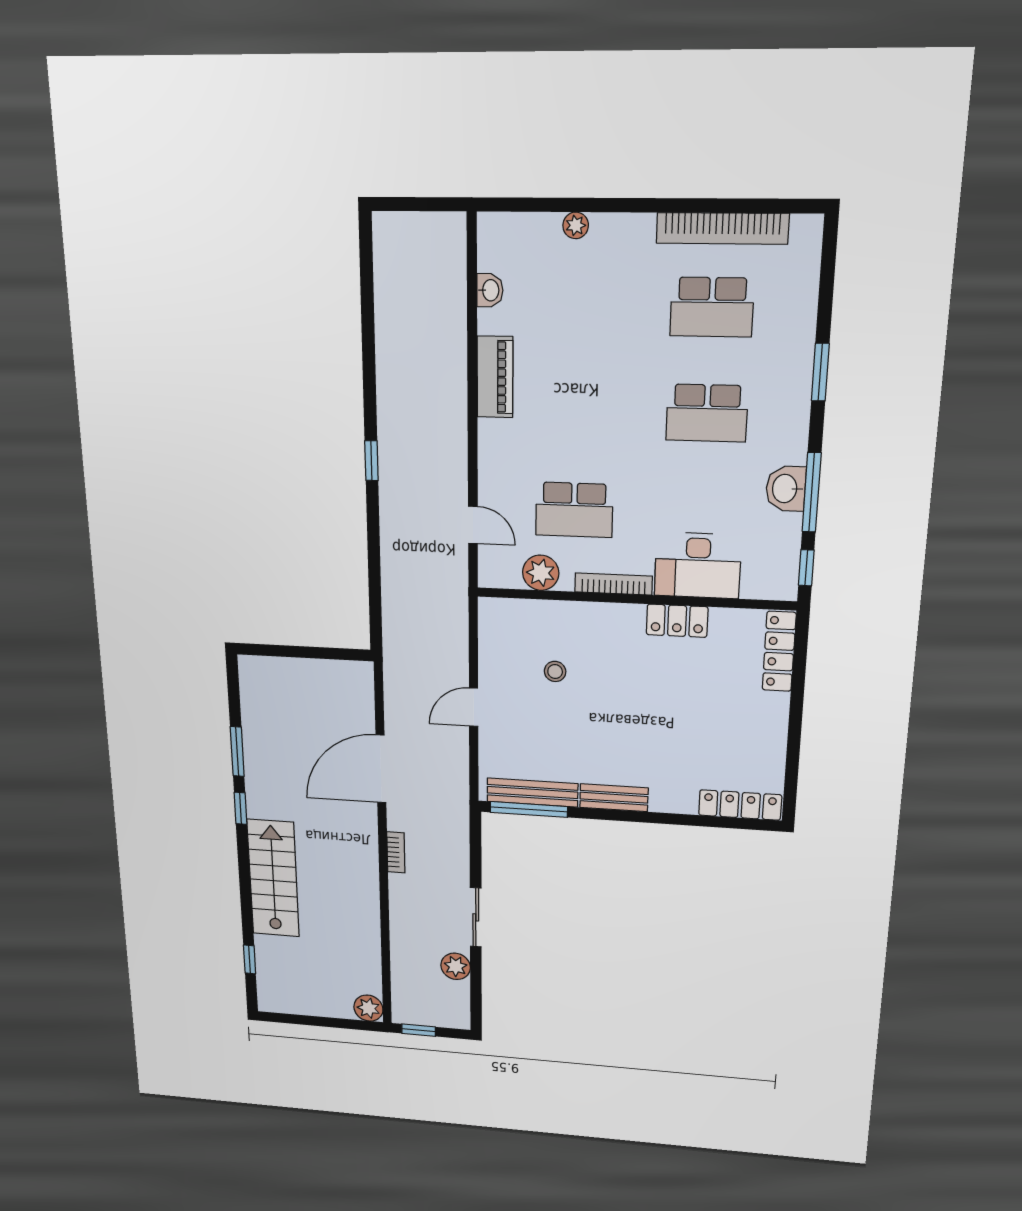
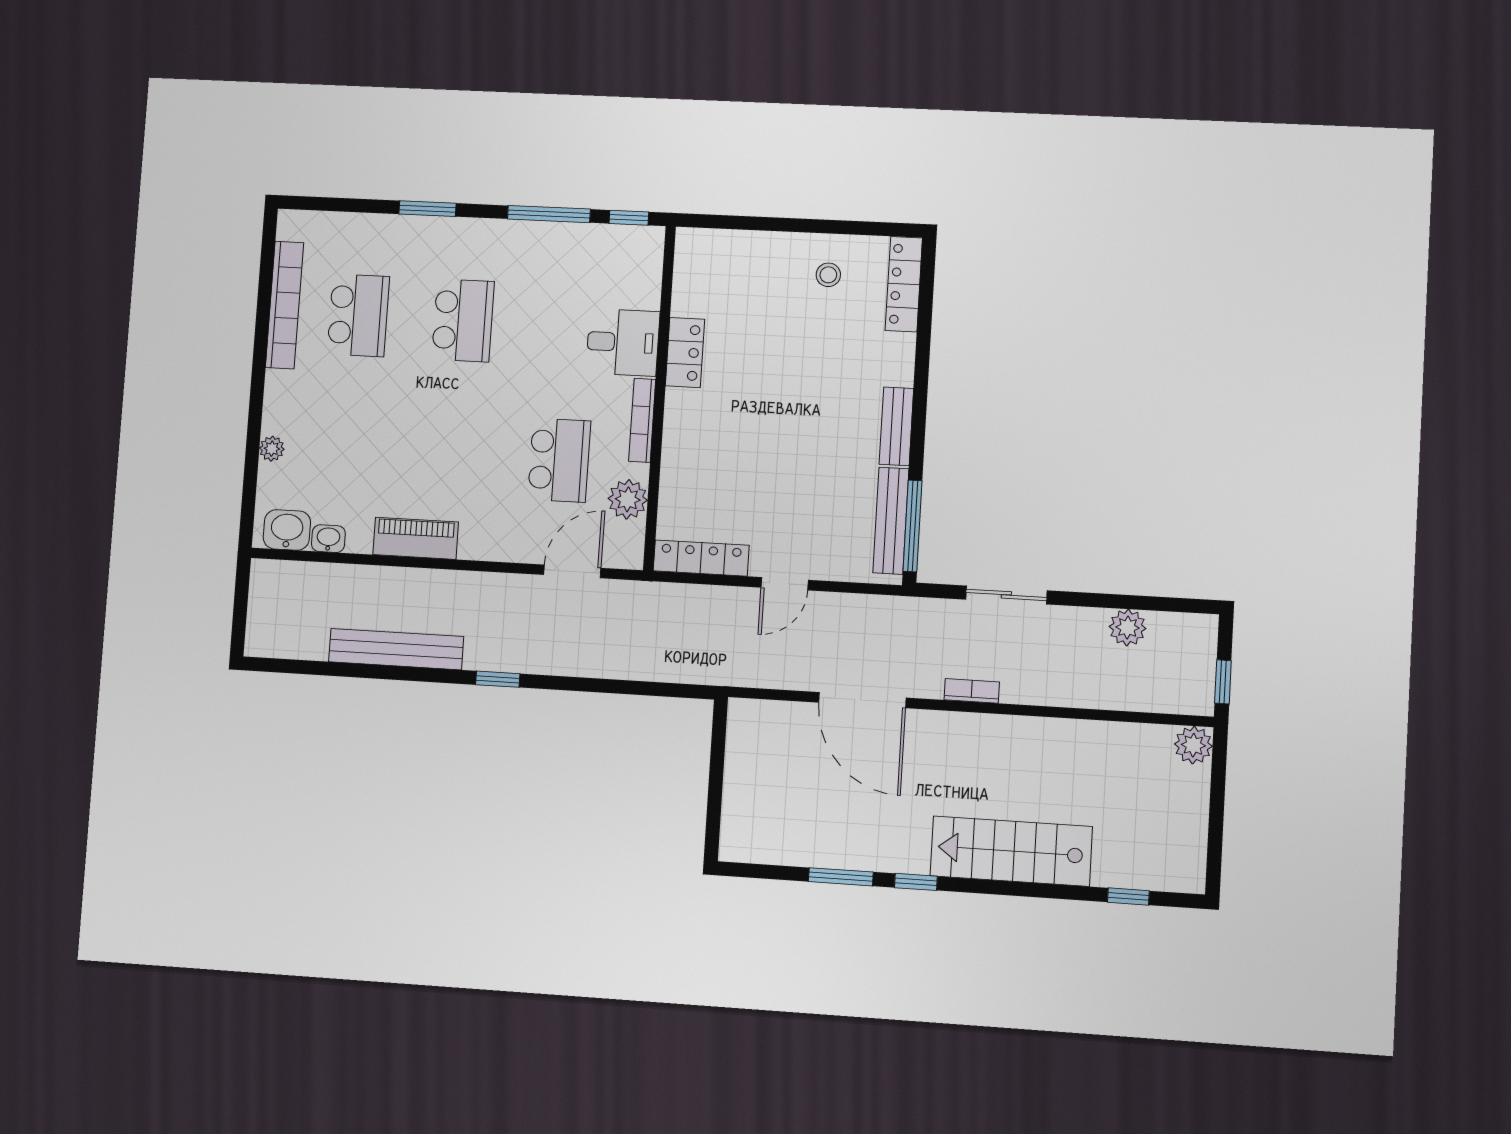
bench: (391, 364) -> (396, 649), added
washbasin: (786, 489) -> (287, 530), moved, turned 180
door: (473, 525) -> (572, 571), width x1.38
desk: (698, 565) -> (623, 342), width x0.73
locker: (779, 651) -> (701, 558), moved, turned 180
stool: (555, 671) -> (828, 275), moved
door: (474, 707) -> (785, 584), hinge flipped
sliding door: (476, 917) -> (1006, 595), moved

